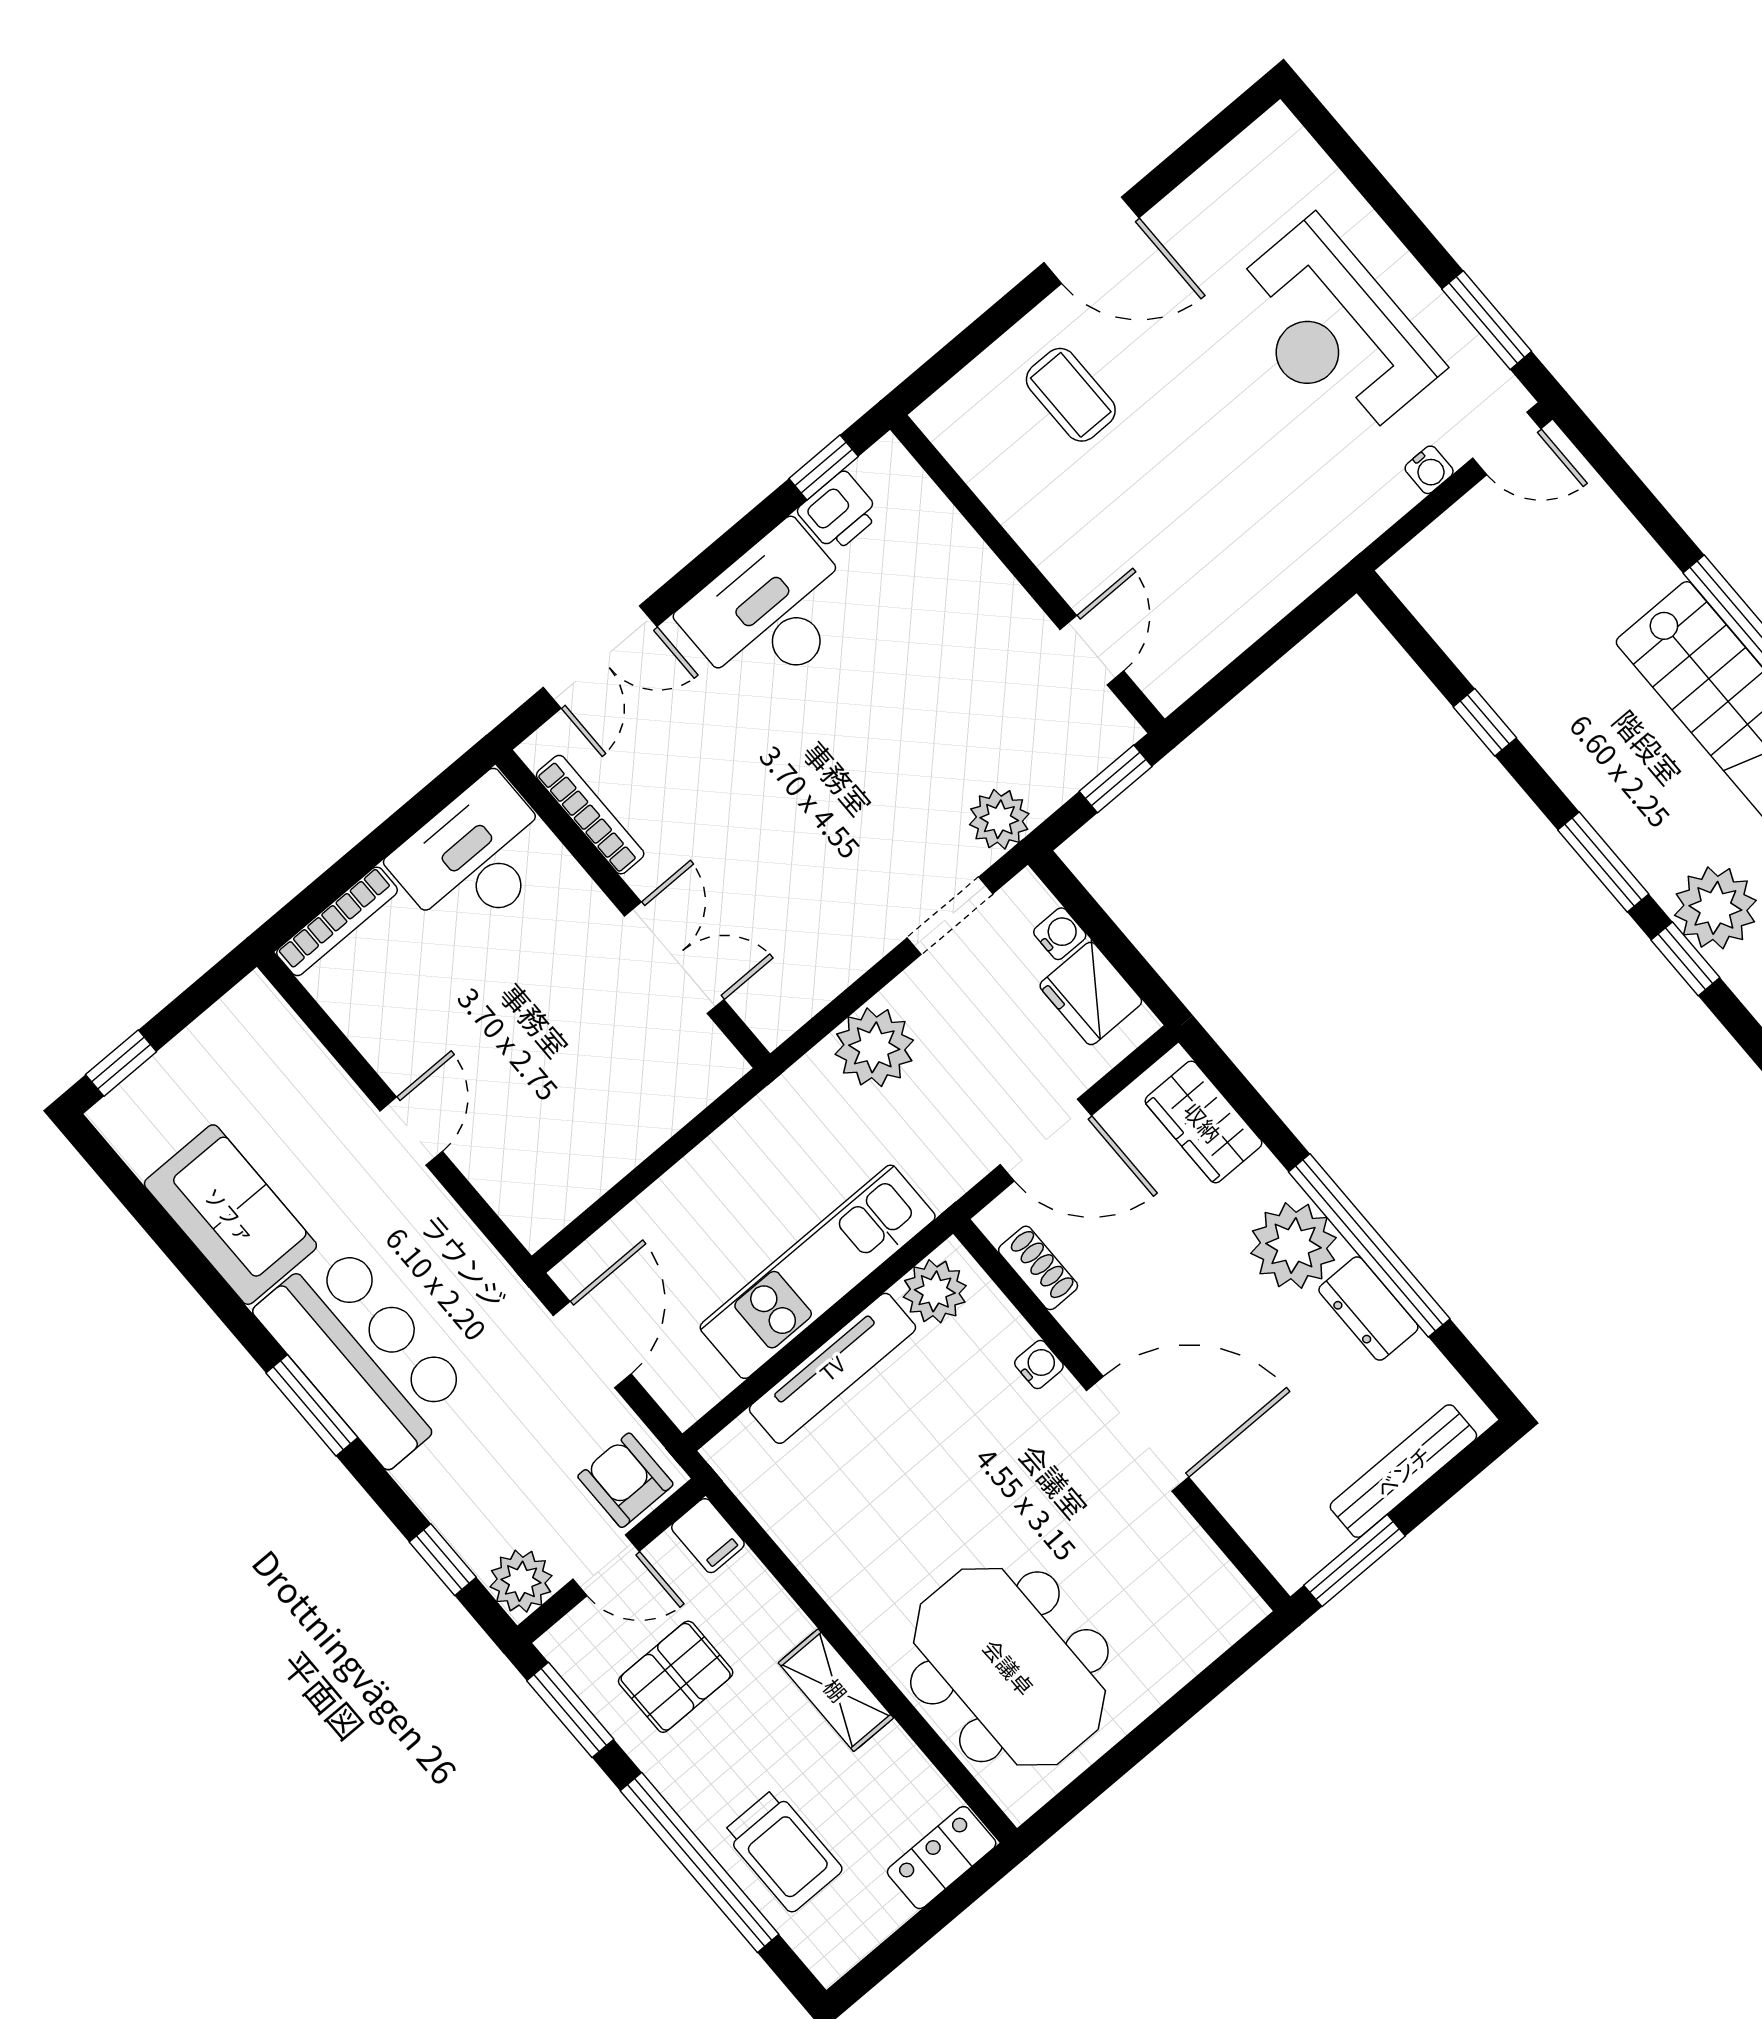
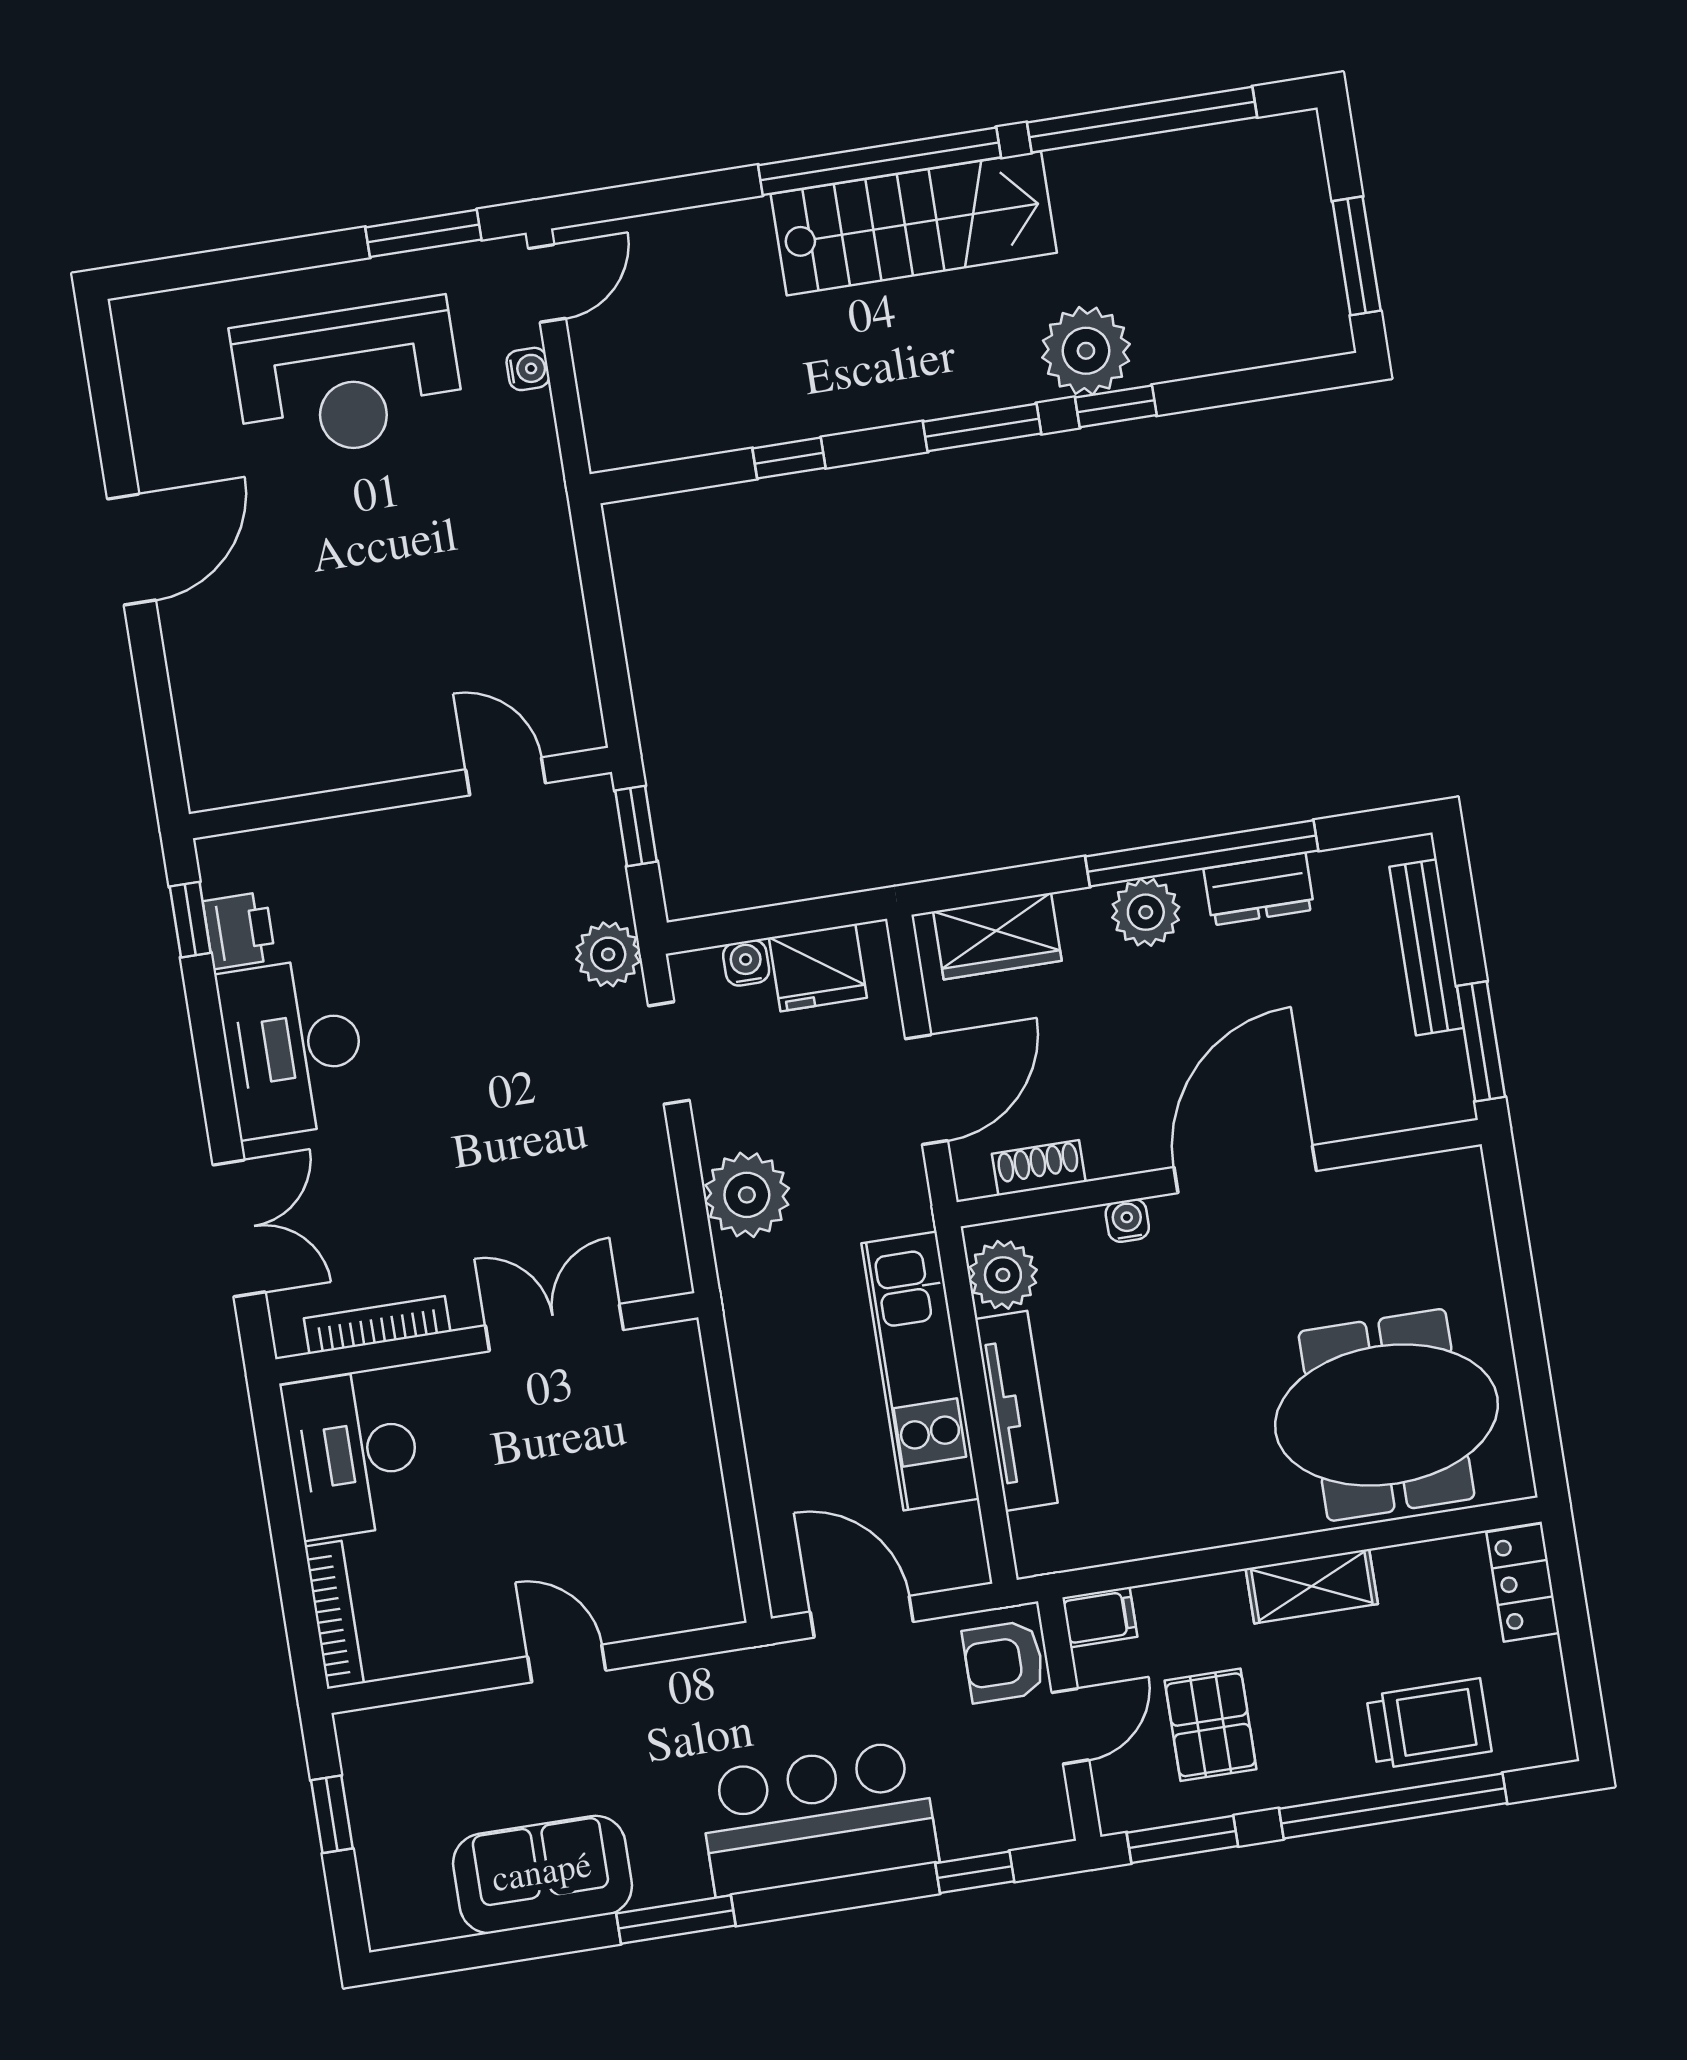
coffee table: (1071, 395) -> (261, 654), removed
window: (121, 1063) -> (332, 1814), moved
plant: (1294, 1246) -> (1146, 912), width x0.73, depth x0.73
bar counter: (364, 1353) -> (818, 1818), moved
window: (312, 1405) -> (676, 1920), moved
plant: (521, 1581) -> (1038, 1813), removed

